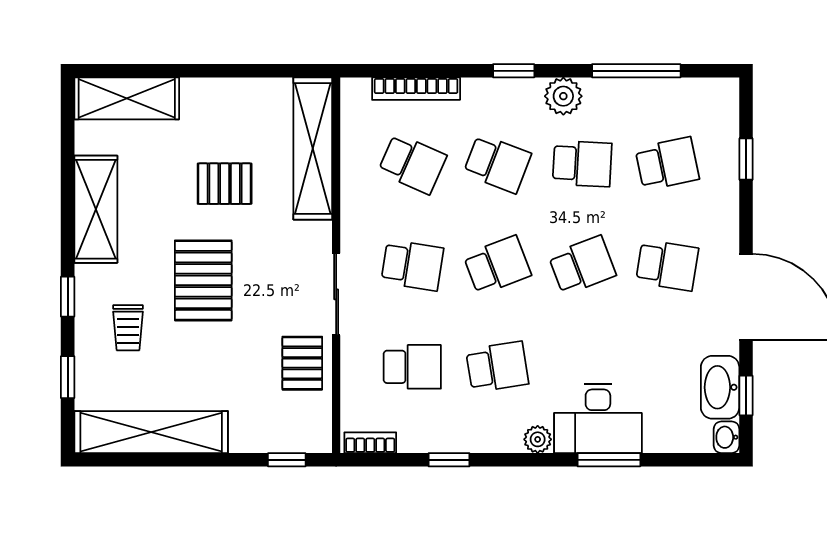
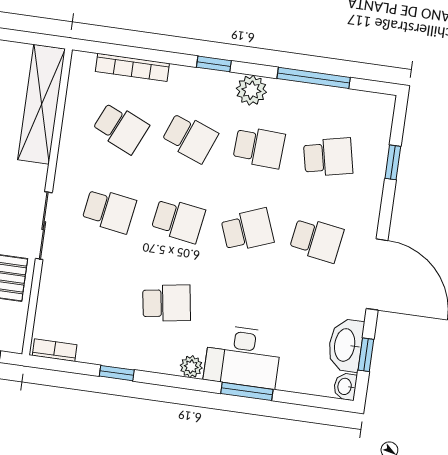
school desk: (497, 265) -> (178, 220), turned 30
school desk: (412, 367) -> (97, 293), removed

